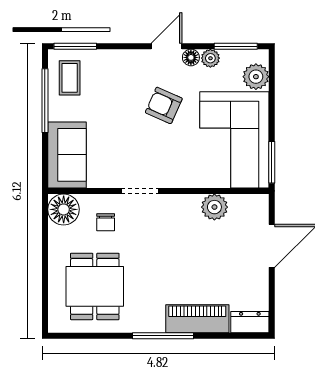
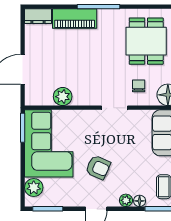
floor lamp: (191, 57) -> (140, 201), moved
plant: (210, 58) -> (126, 200), moved

